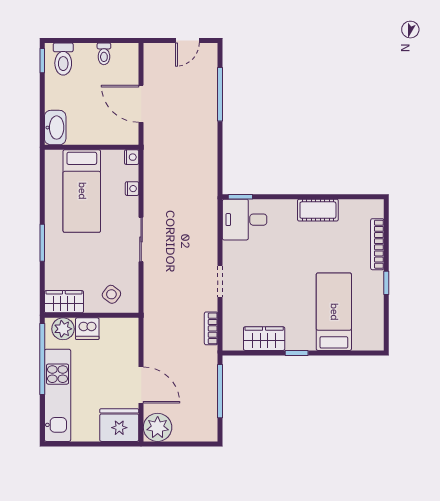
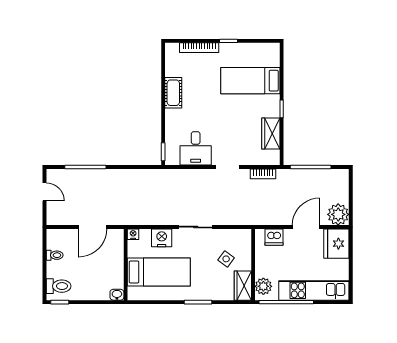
washbasin: (55, 128) -> (117, 295), width x0.52, depth x0.69
nightstand: (132, 189) -> (162, 238), width x1.89, depth x1.79
desk: (245, 220) -> (196, 148), moved
side table: (111, 294) -> (226, 259), moved
dishwasher: (87, 329) -> (274, 237), moved, turned 90

